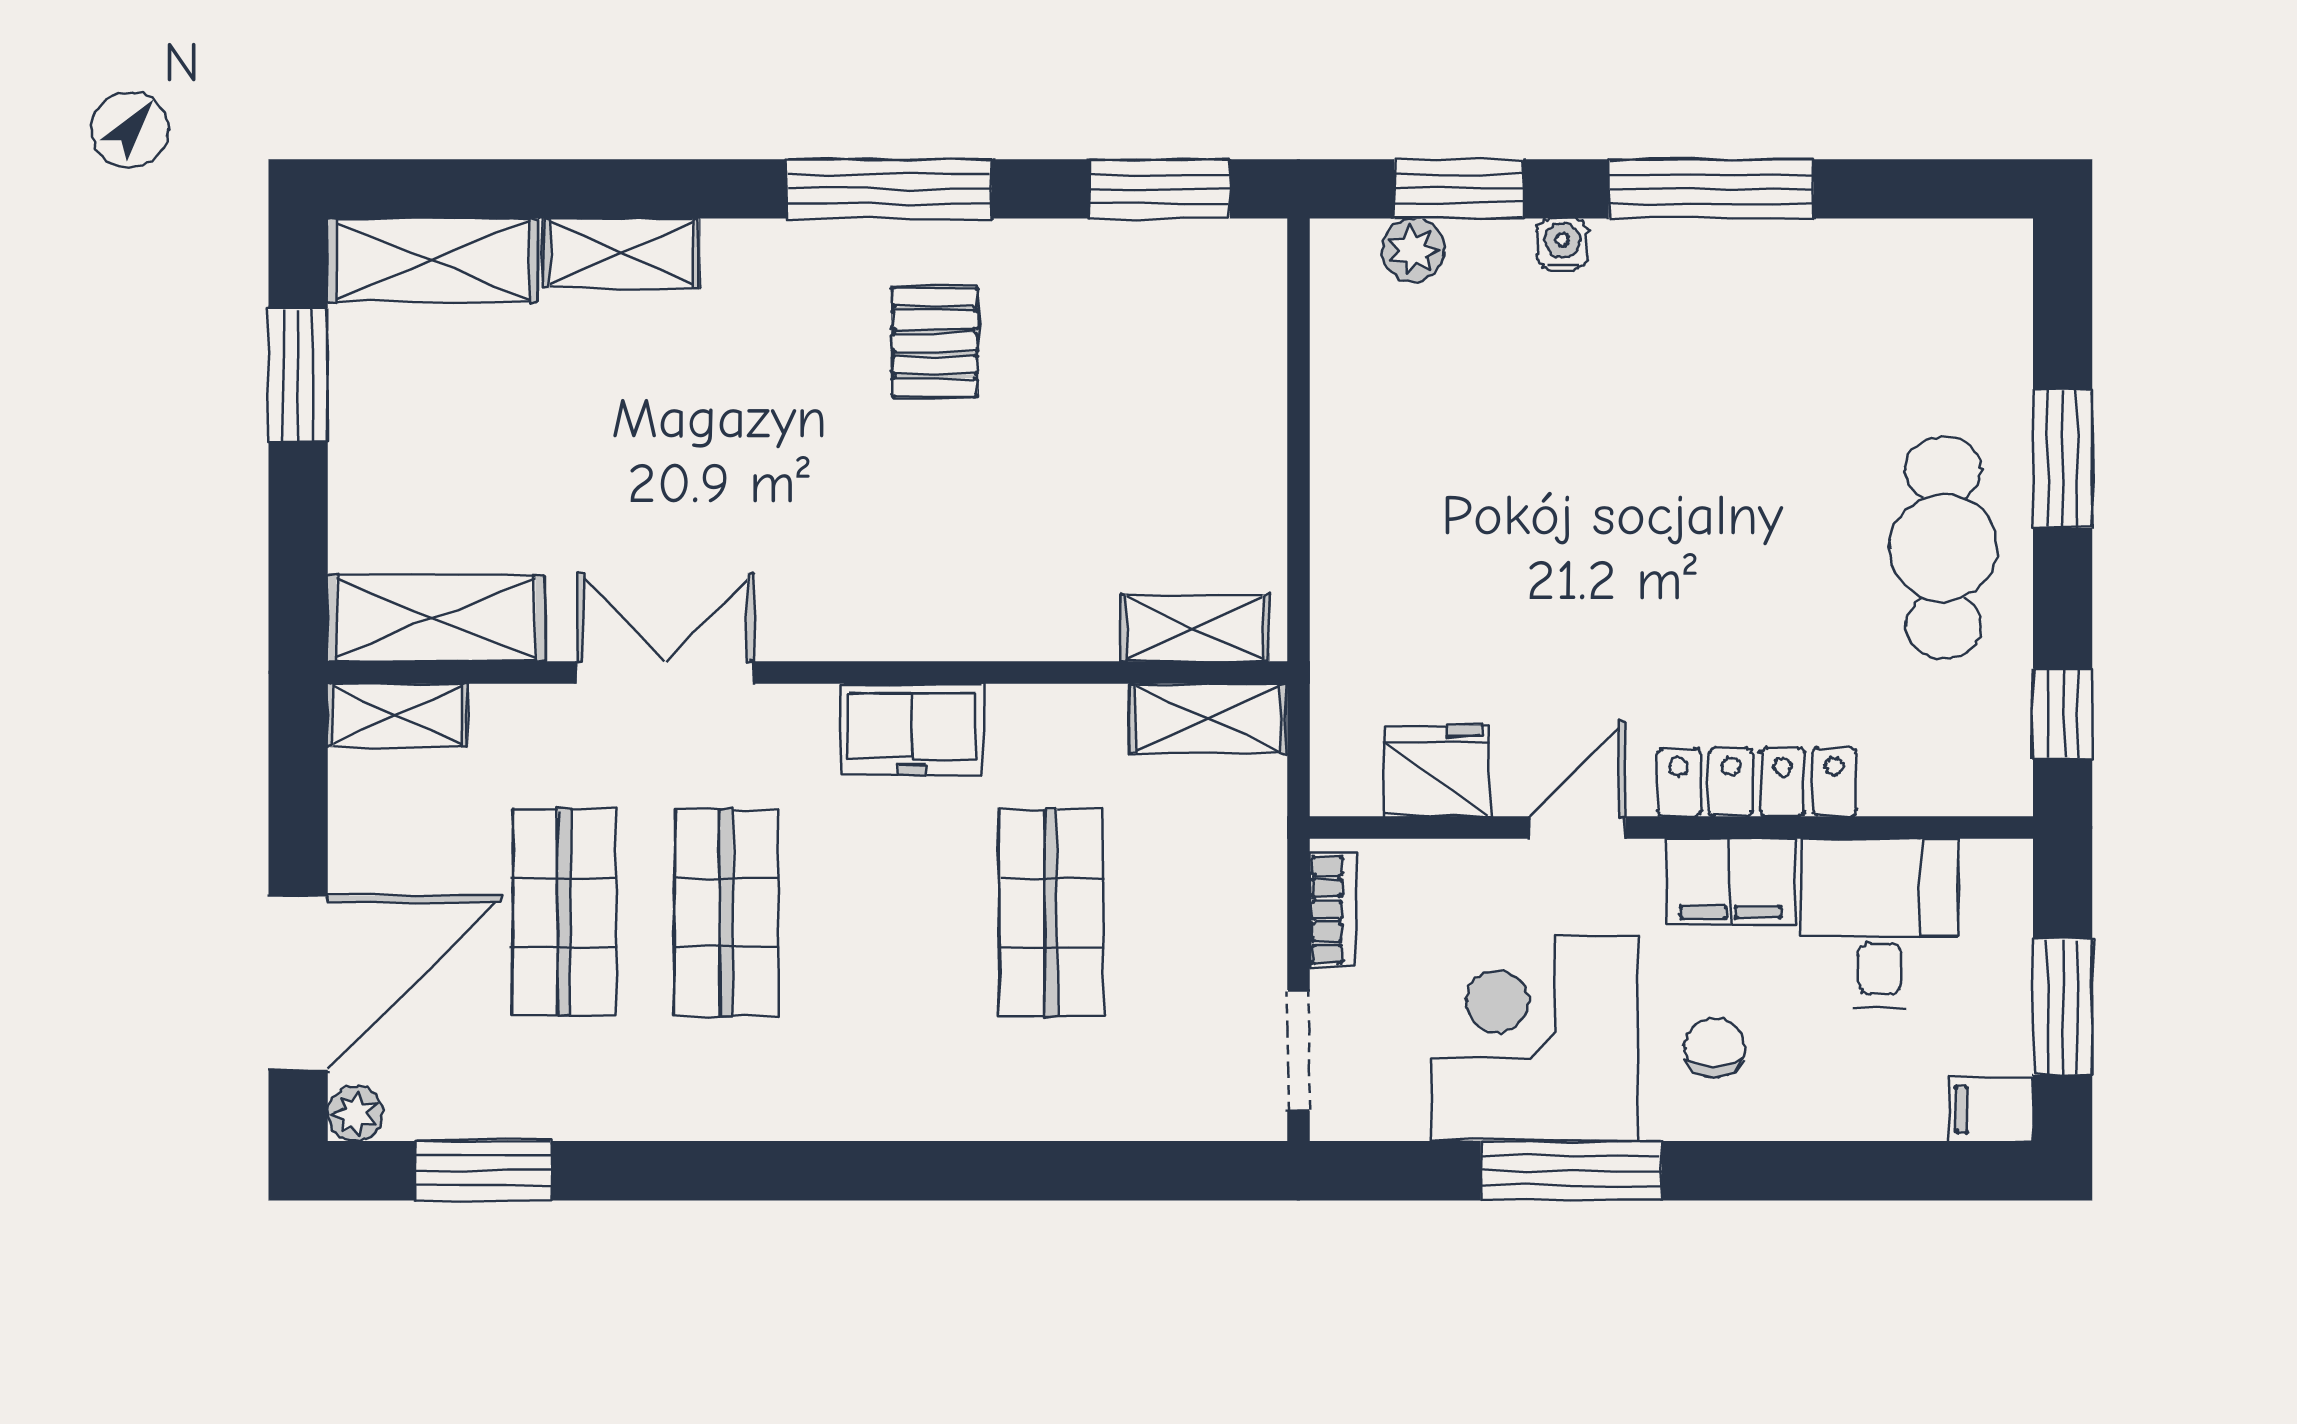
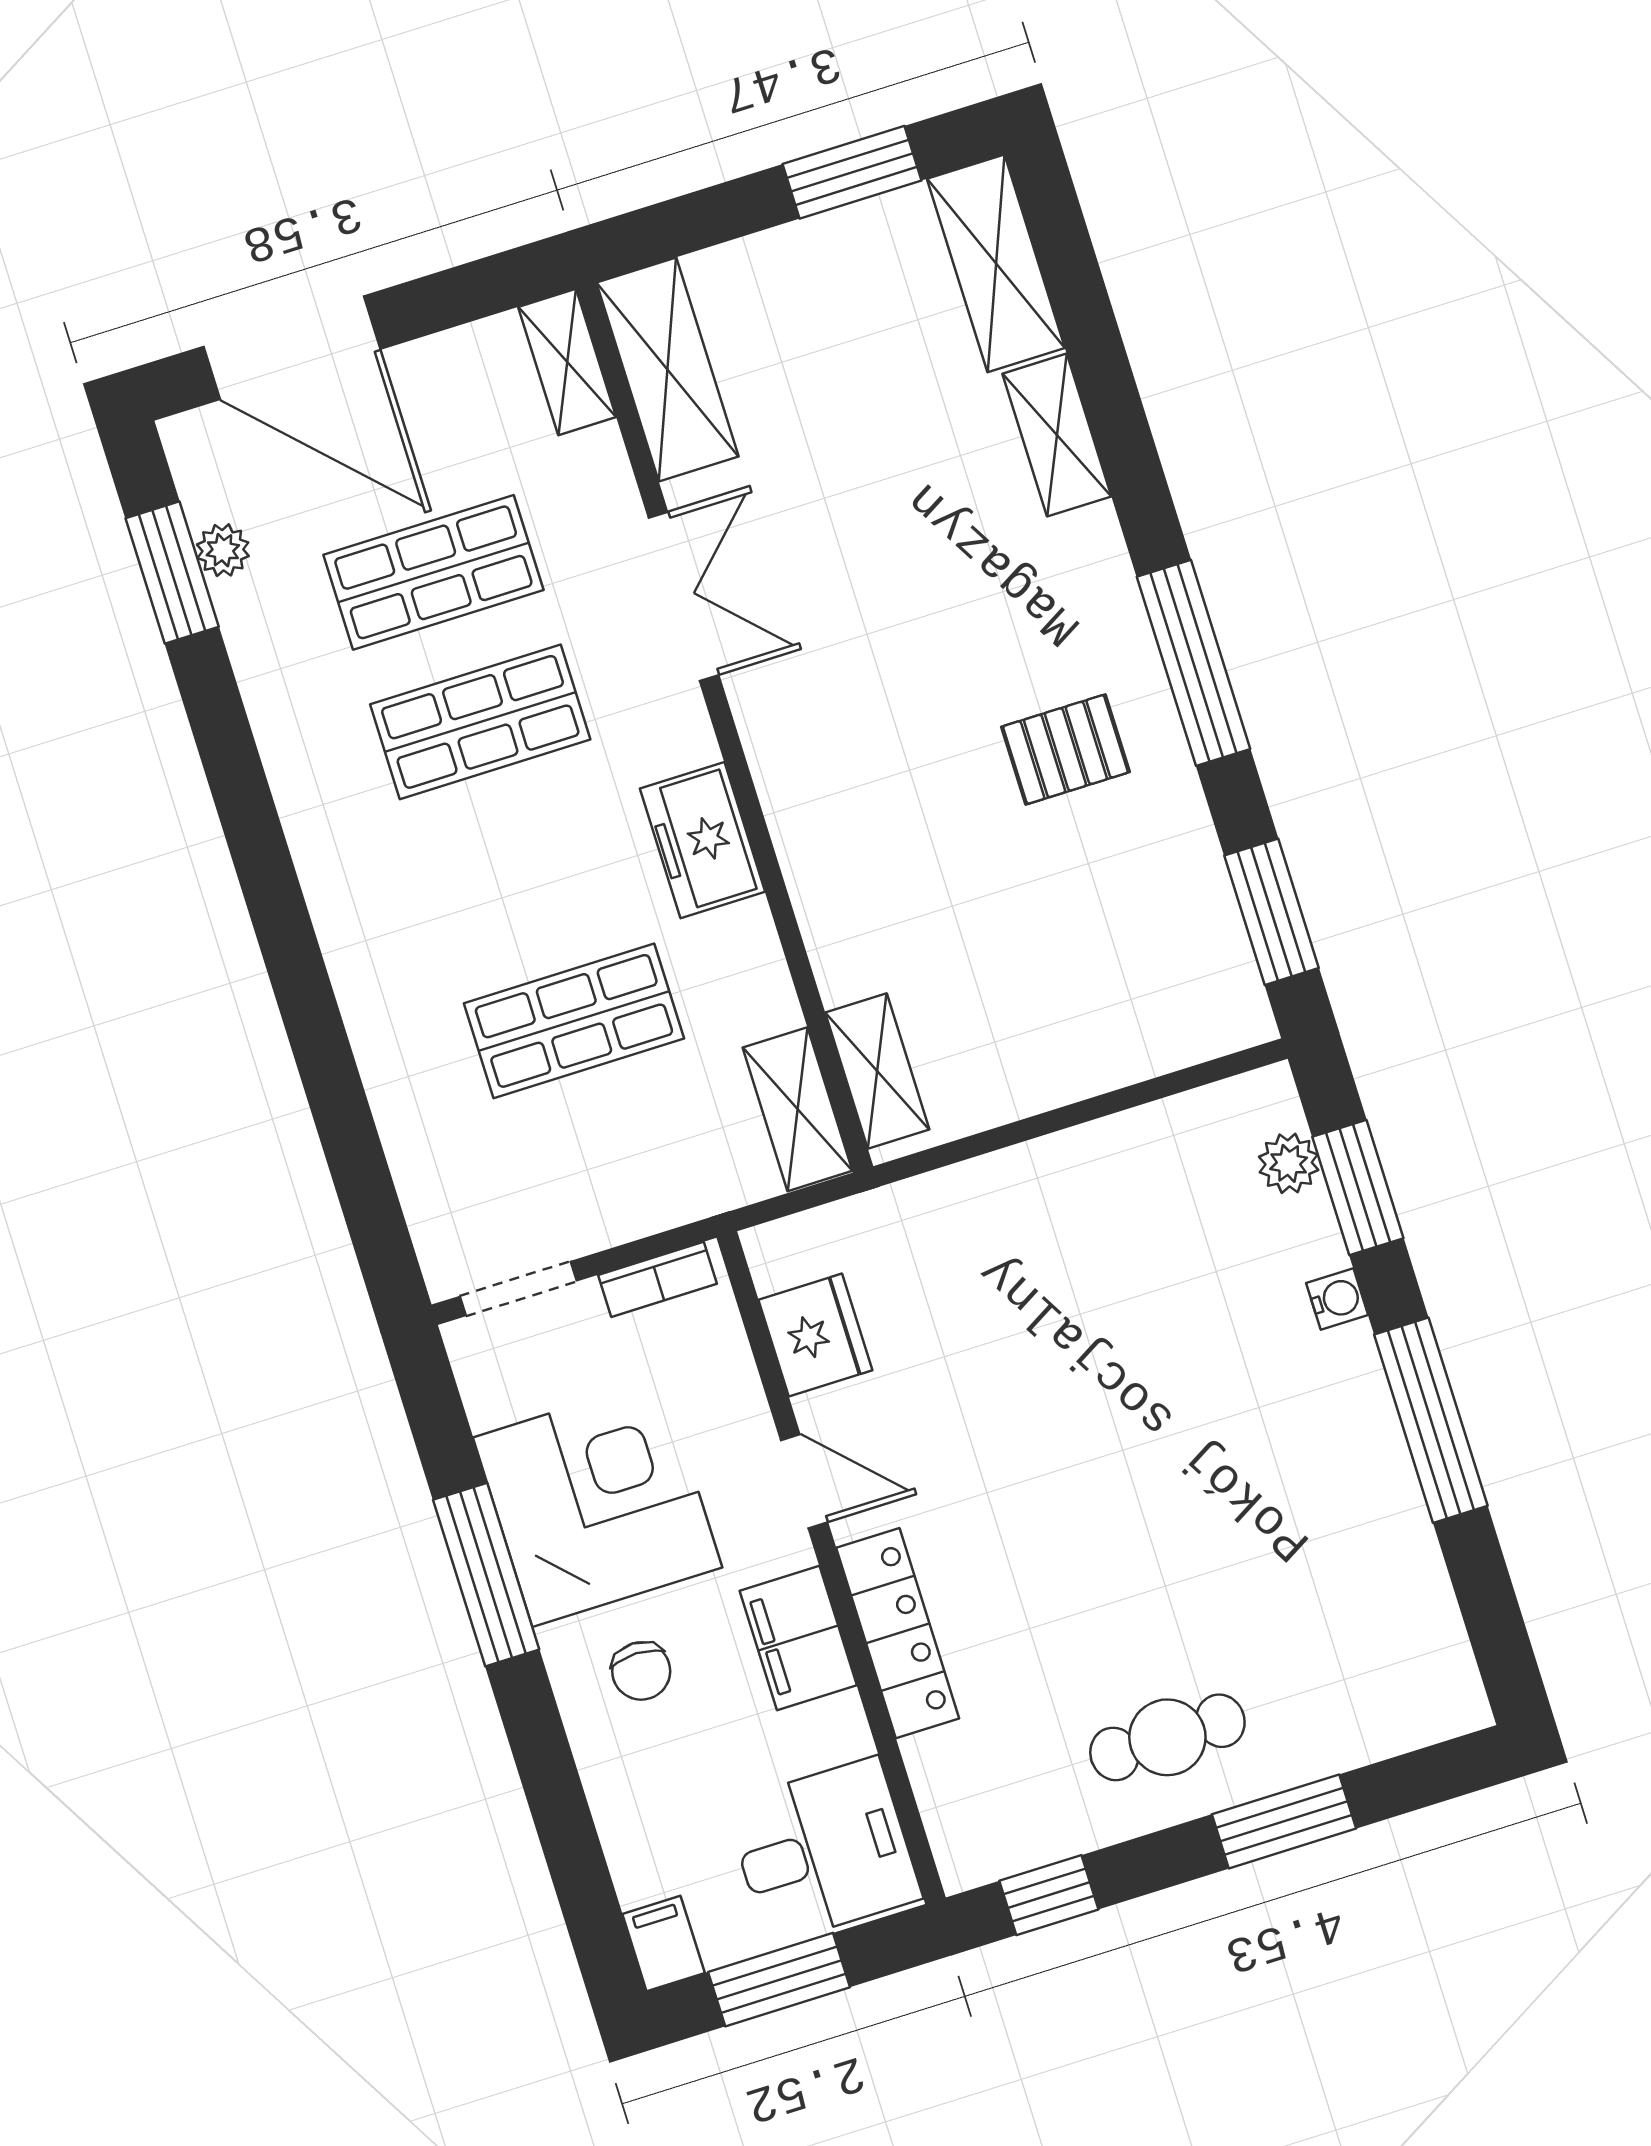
cafe table: (1943, 548) -> (1167, 1737), width x0.73, depth x0.74
desk: (1880, 923) -> (823, 1851), moved
chair: (1715, 1047) -> (641, 1671), turned 90
plant: (355, 1114) -> (223, 550), moved

